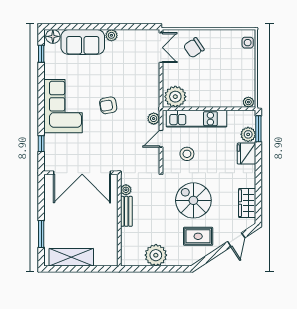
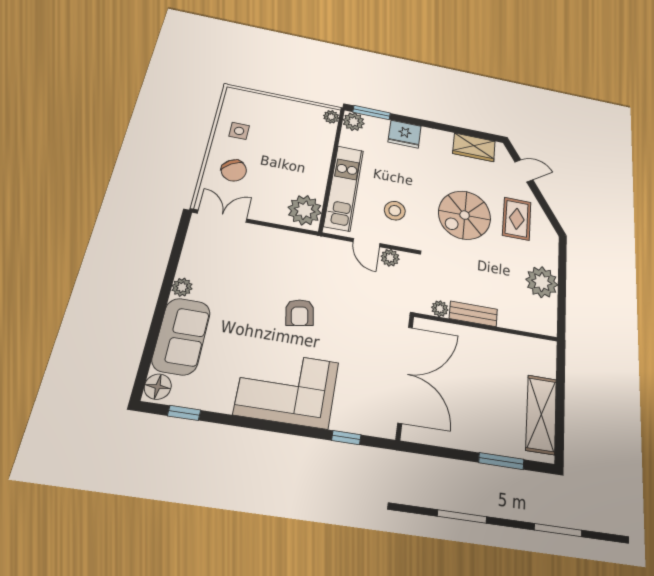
side table: (248, 43) -> (239, 131), moved
plant: (154, 119) -> (390, 258), moved
plant: (248, 134) -> (354, 122), moved

